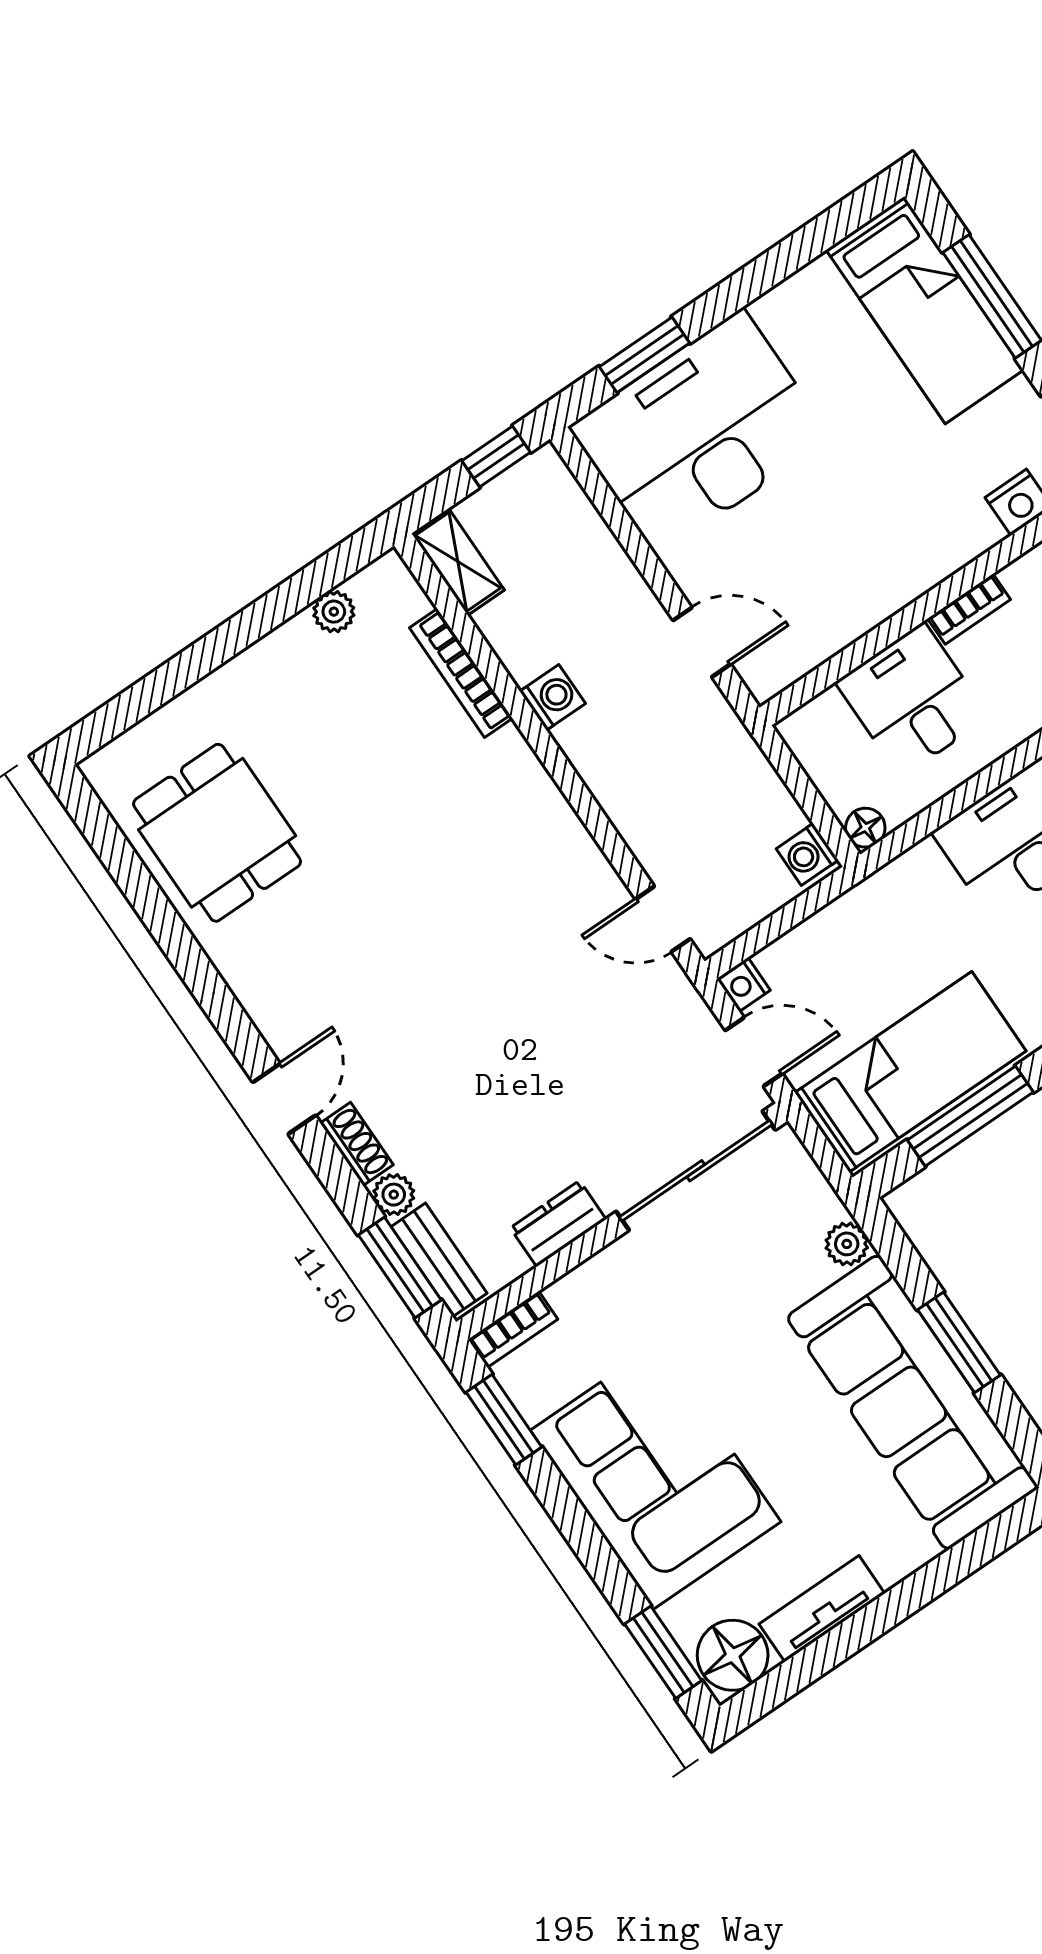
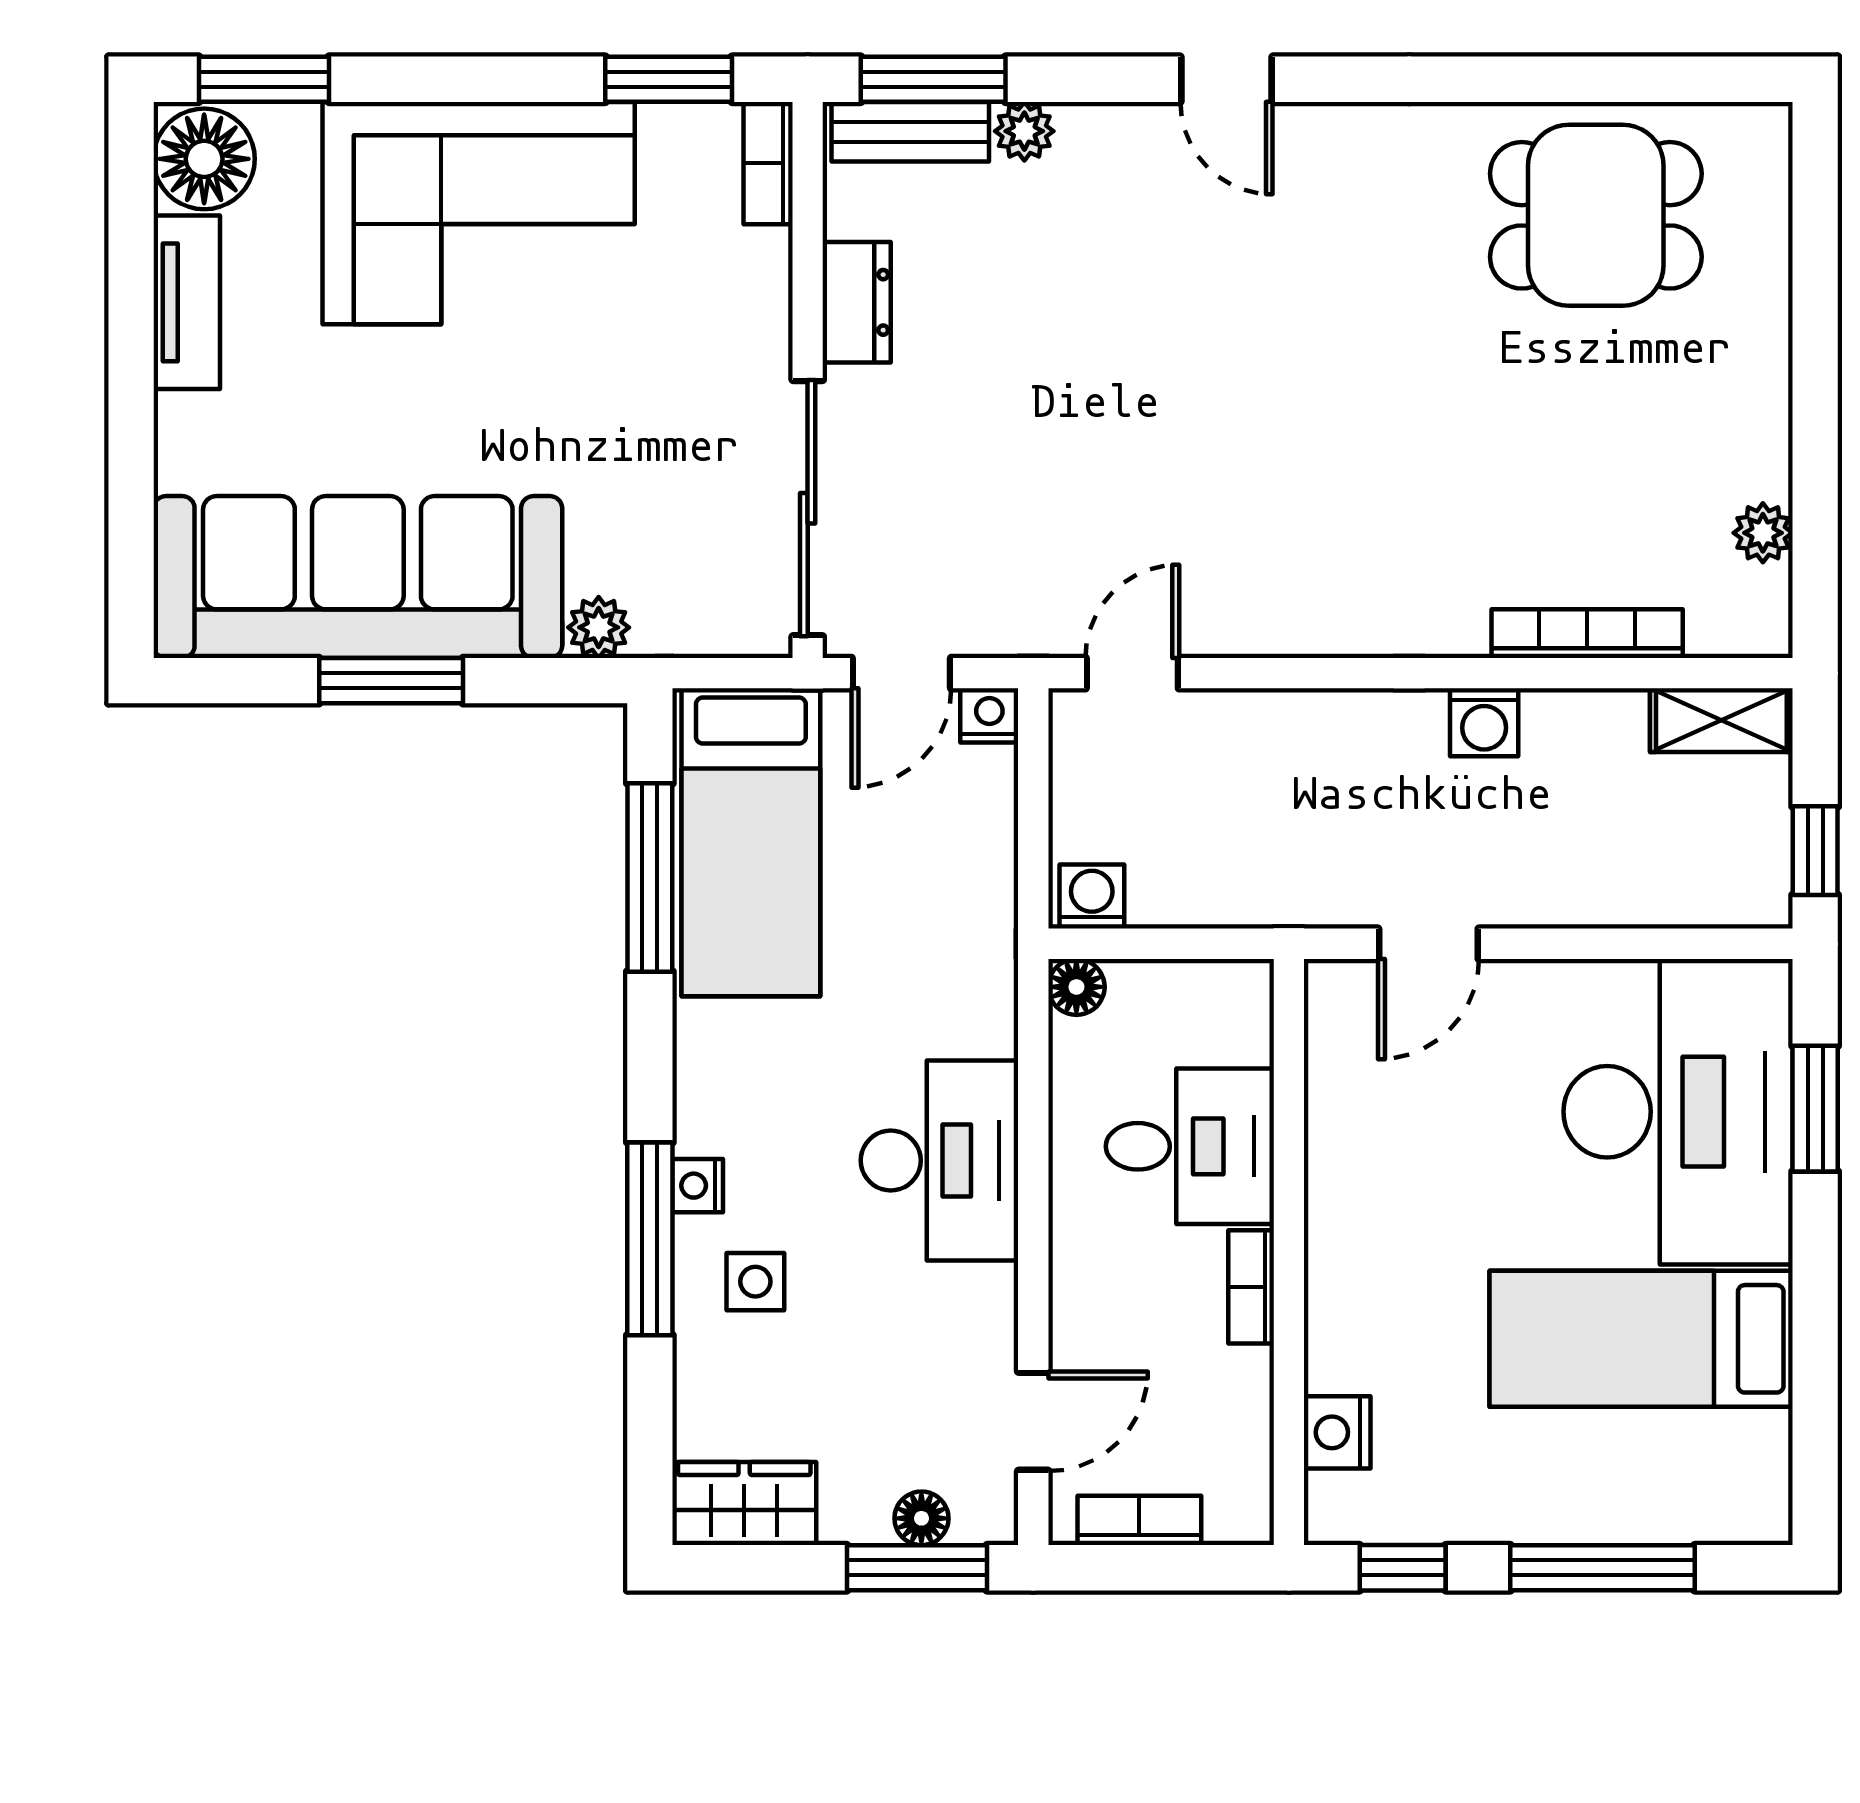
bed: (925, 310) -> (1641, 1339), moved
shoe rack: (357, 1144) -> (1114, 128), removed

